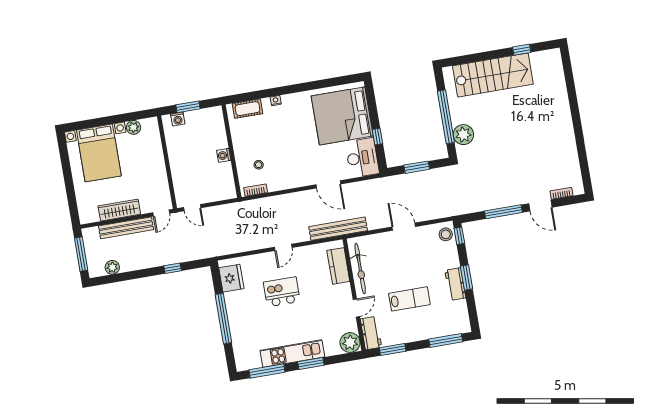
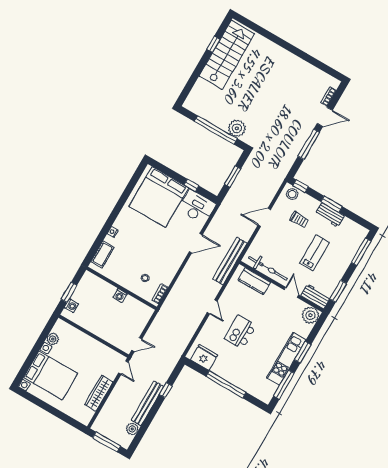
stairs: (493, 75) -> (227, 55), moved
bench: (126, 228) -> (147, 403), moved
trolley: (428, 260) -> (299, 220), added

